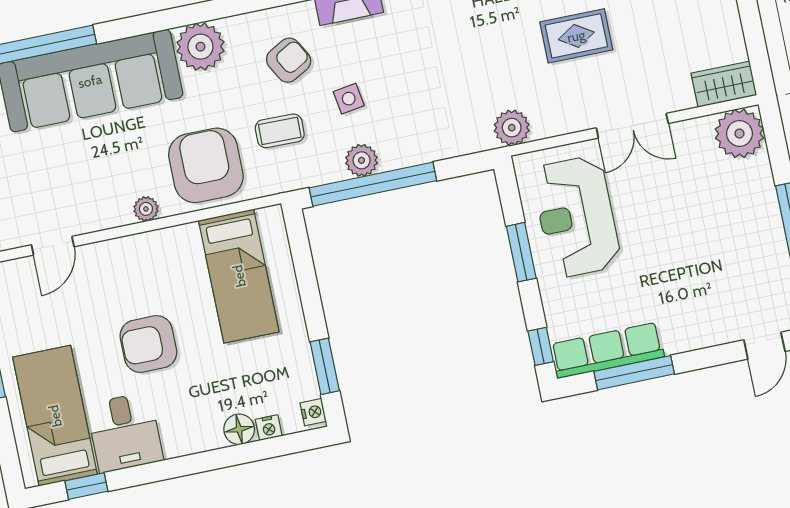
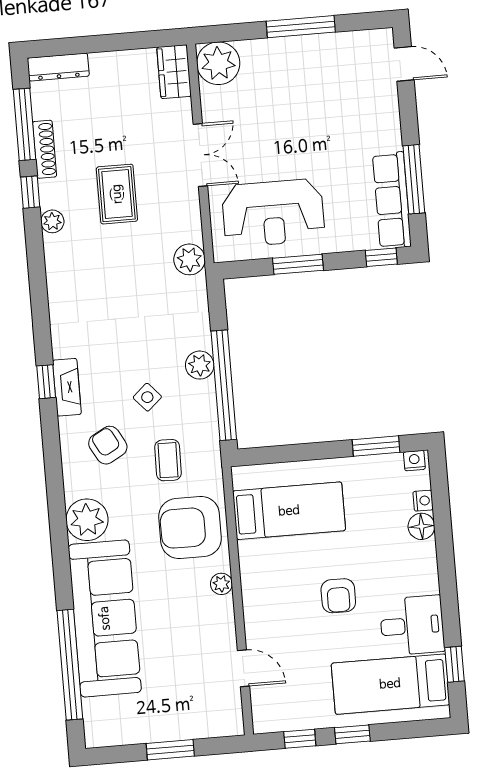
side table: (349, 99) -> (147, 397), turned -33
plant: (362, 160) -> (200, 365), moved
armchair: (148, 344) -> (338, 596), width x0.72, depth x0.72

